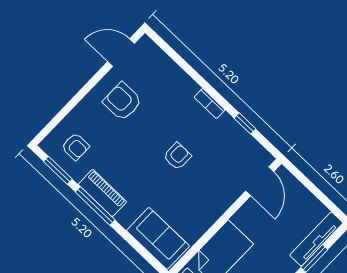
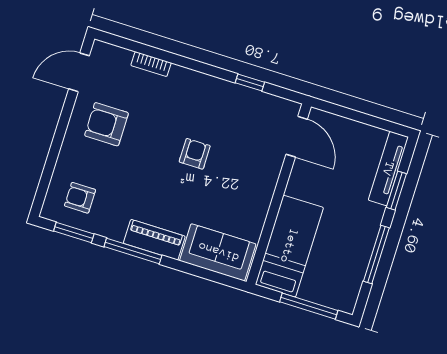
bookcase: (210, 103) -> (151, 64), moved
armchair: (75, 147) -> (80, 198), turned 180
piano: (102, 193) -> (154, 240), moved

